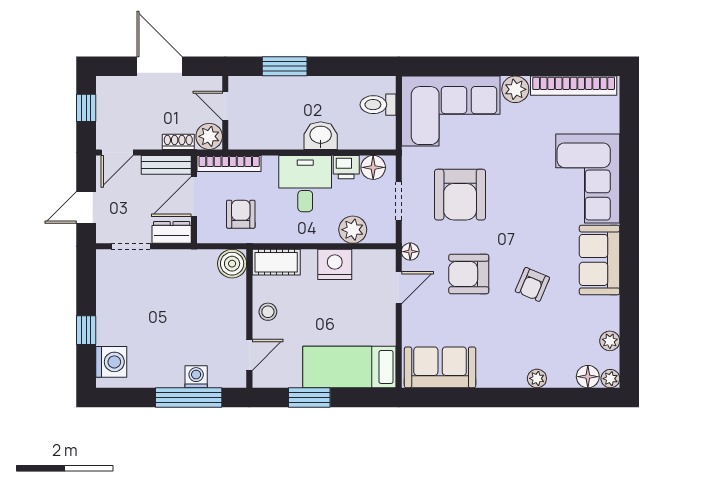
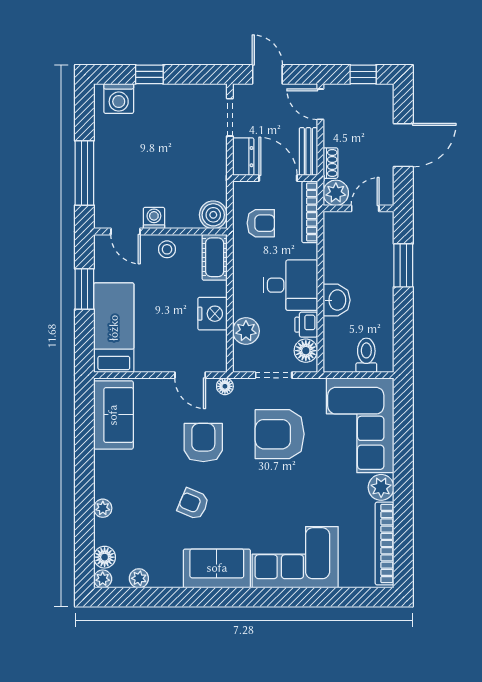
washing machine: (196, 377) -> (154, 218), moved, turned -90

